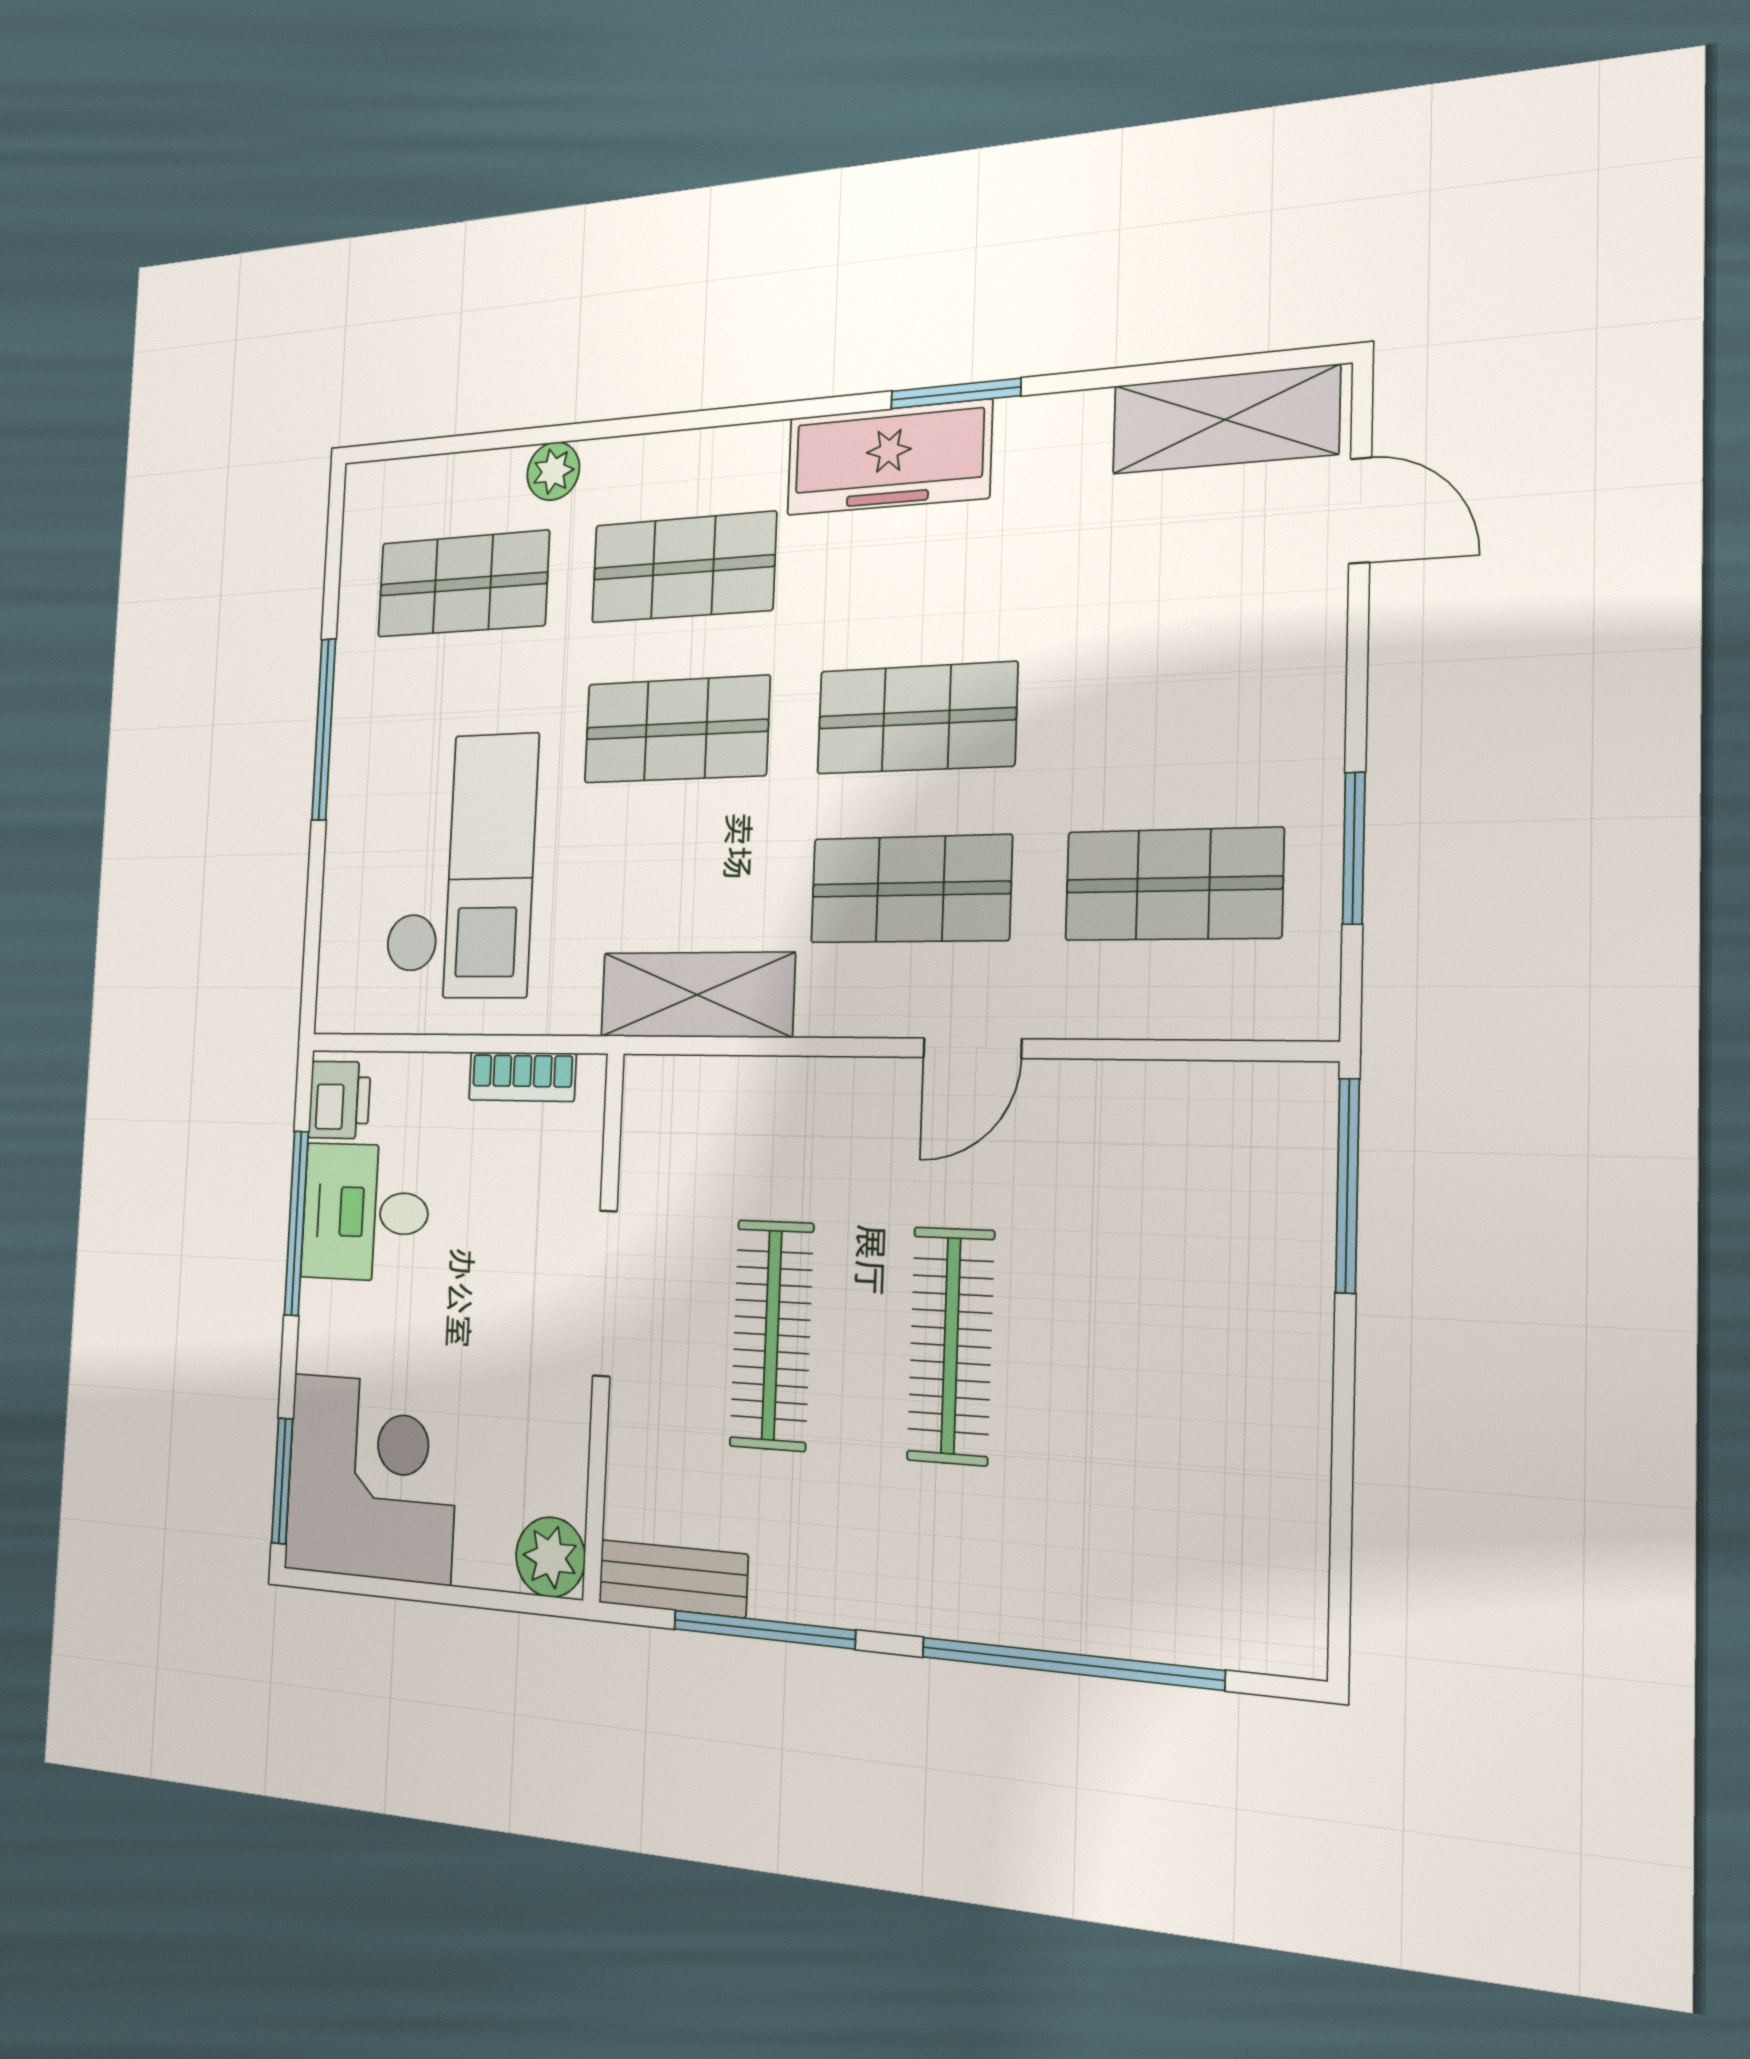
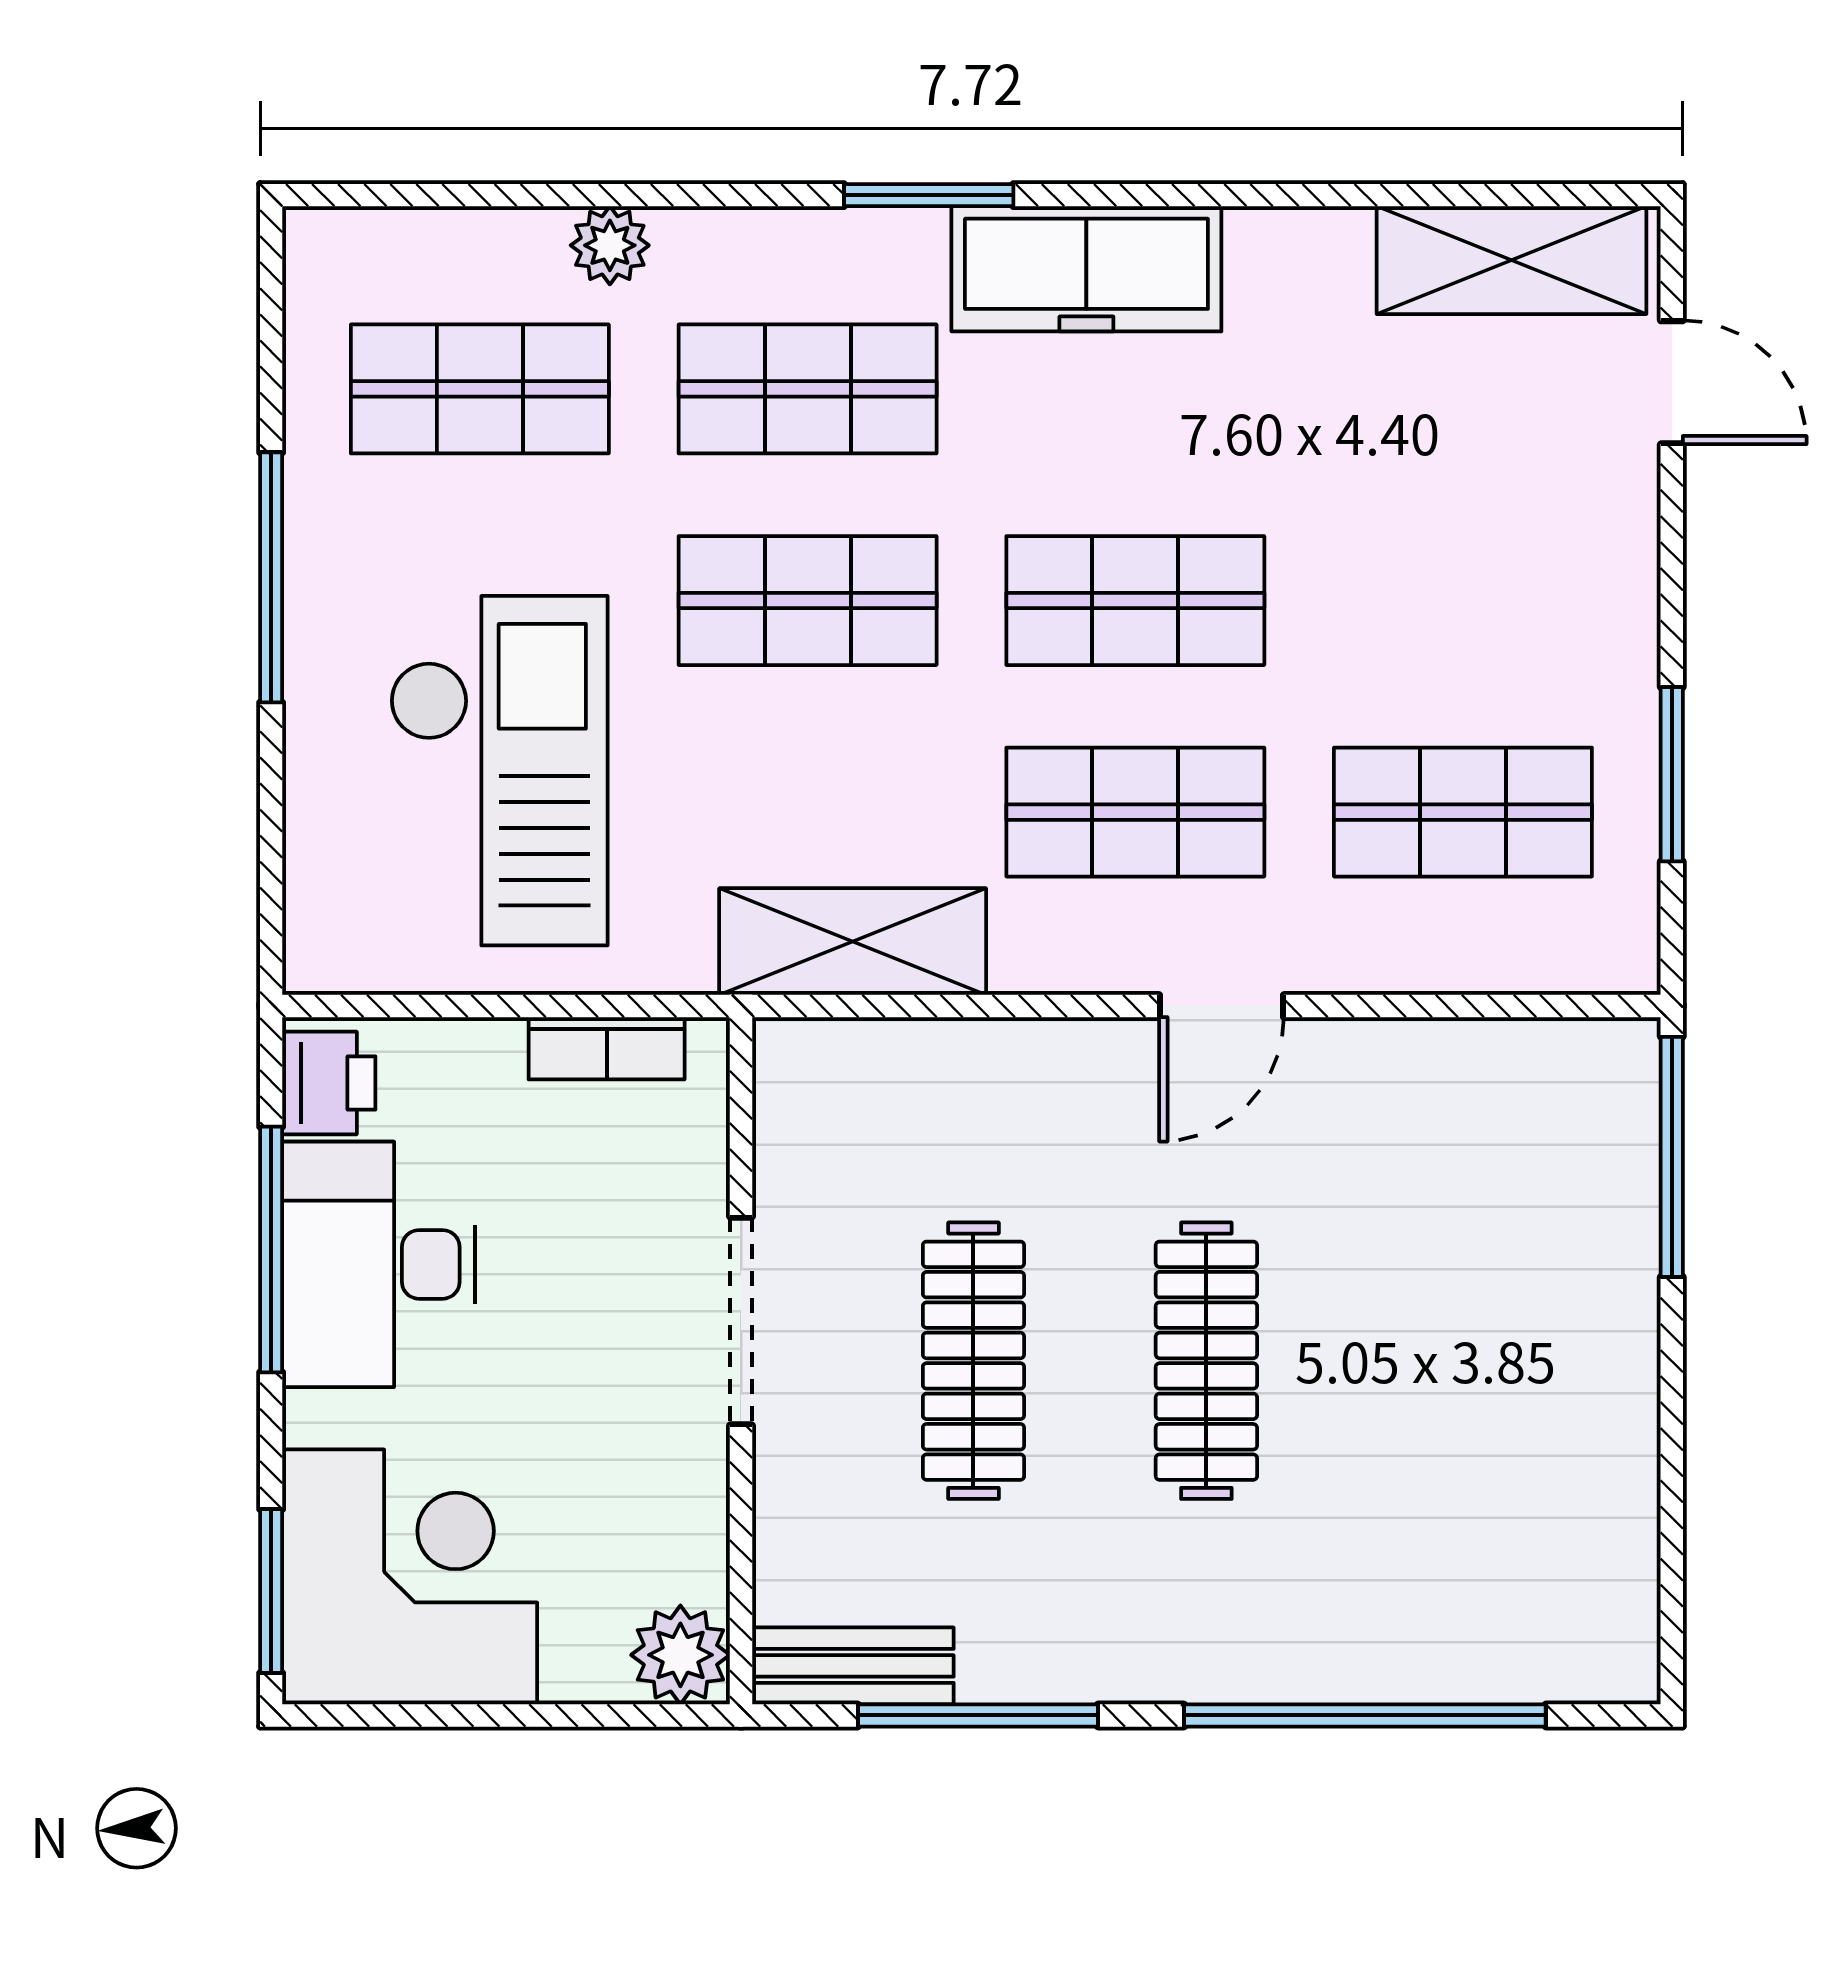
window: (956, 393) -> (929, 195), moved
desk: (365, 1212) -> (379, 1264), width x1.37

